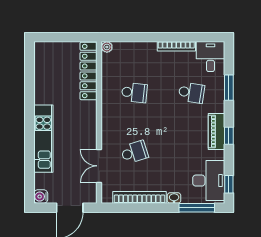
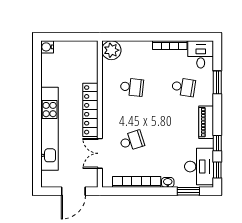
plant: (107, 47) -> (111, 50), width x1.88, depth x1.88
locker: (89, 71) -> (90, 110), moved
window: (229, 136) -> (217, 143), moved
kitchen unit: (43, 139) -> (50, 129), width x1.36
water cooler: (41, 197) -> (47, 47), moved
window: (197, 208) -> (188, 191), width x0.69

